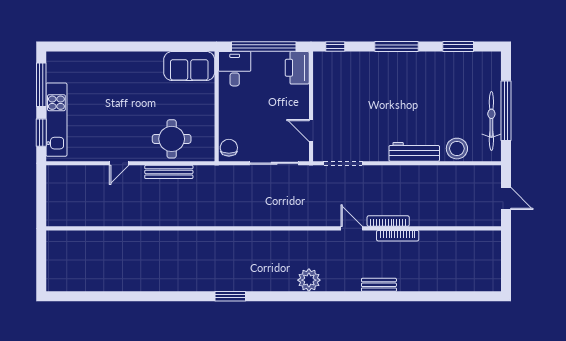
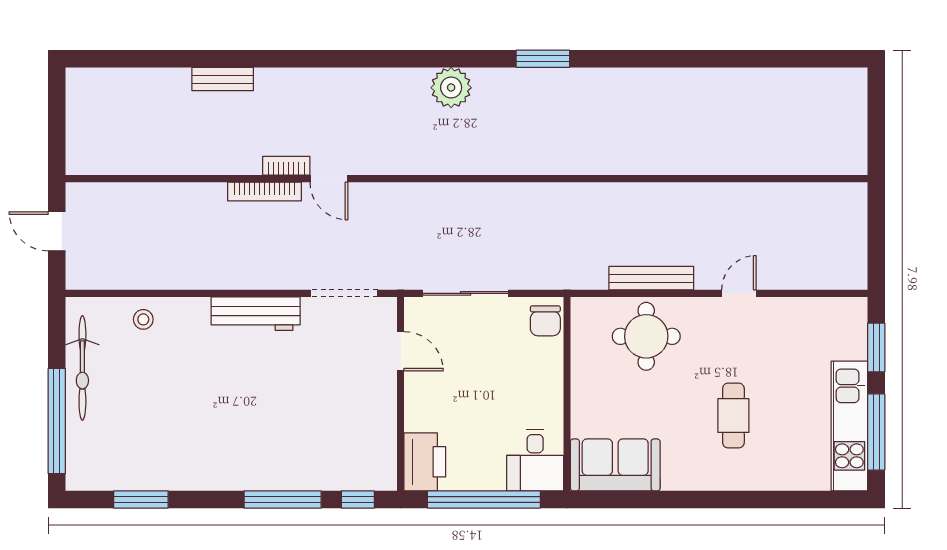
window: (396, 46) -> (283, 499), moved
cafe table: (122, 94) -> (733, 416), added
window: (506, 111) -> (57, 421), moved
kitchen unit: (56, 120) -> (849, 426), moved
stool: (457, 149) -> (143, 319), width x0.53, depth x0.53
workbench: (414, 152) -> (256, 314), moved
bookcase: (398, 236) -> (286, 166), moved, width x0.64
plant: (309, 280) -> (451, 88), moved
bench: (379, 285) -> (223, 79), moved

